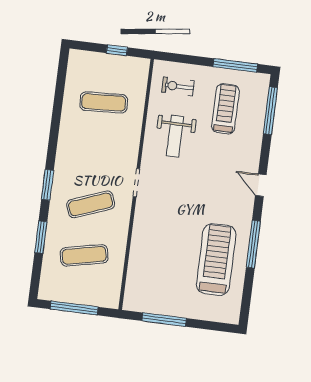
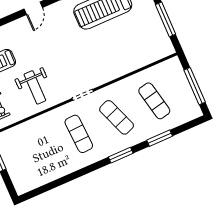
exercise mat: (104, 102) -> (79, 134), moved
weight bench: (175, 136) -> (35, 87), turned 90

